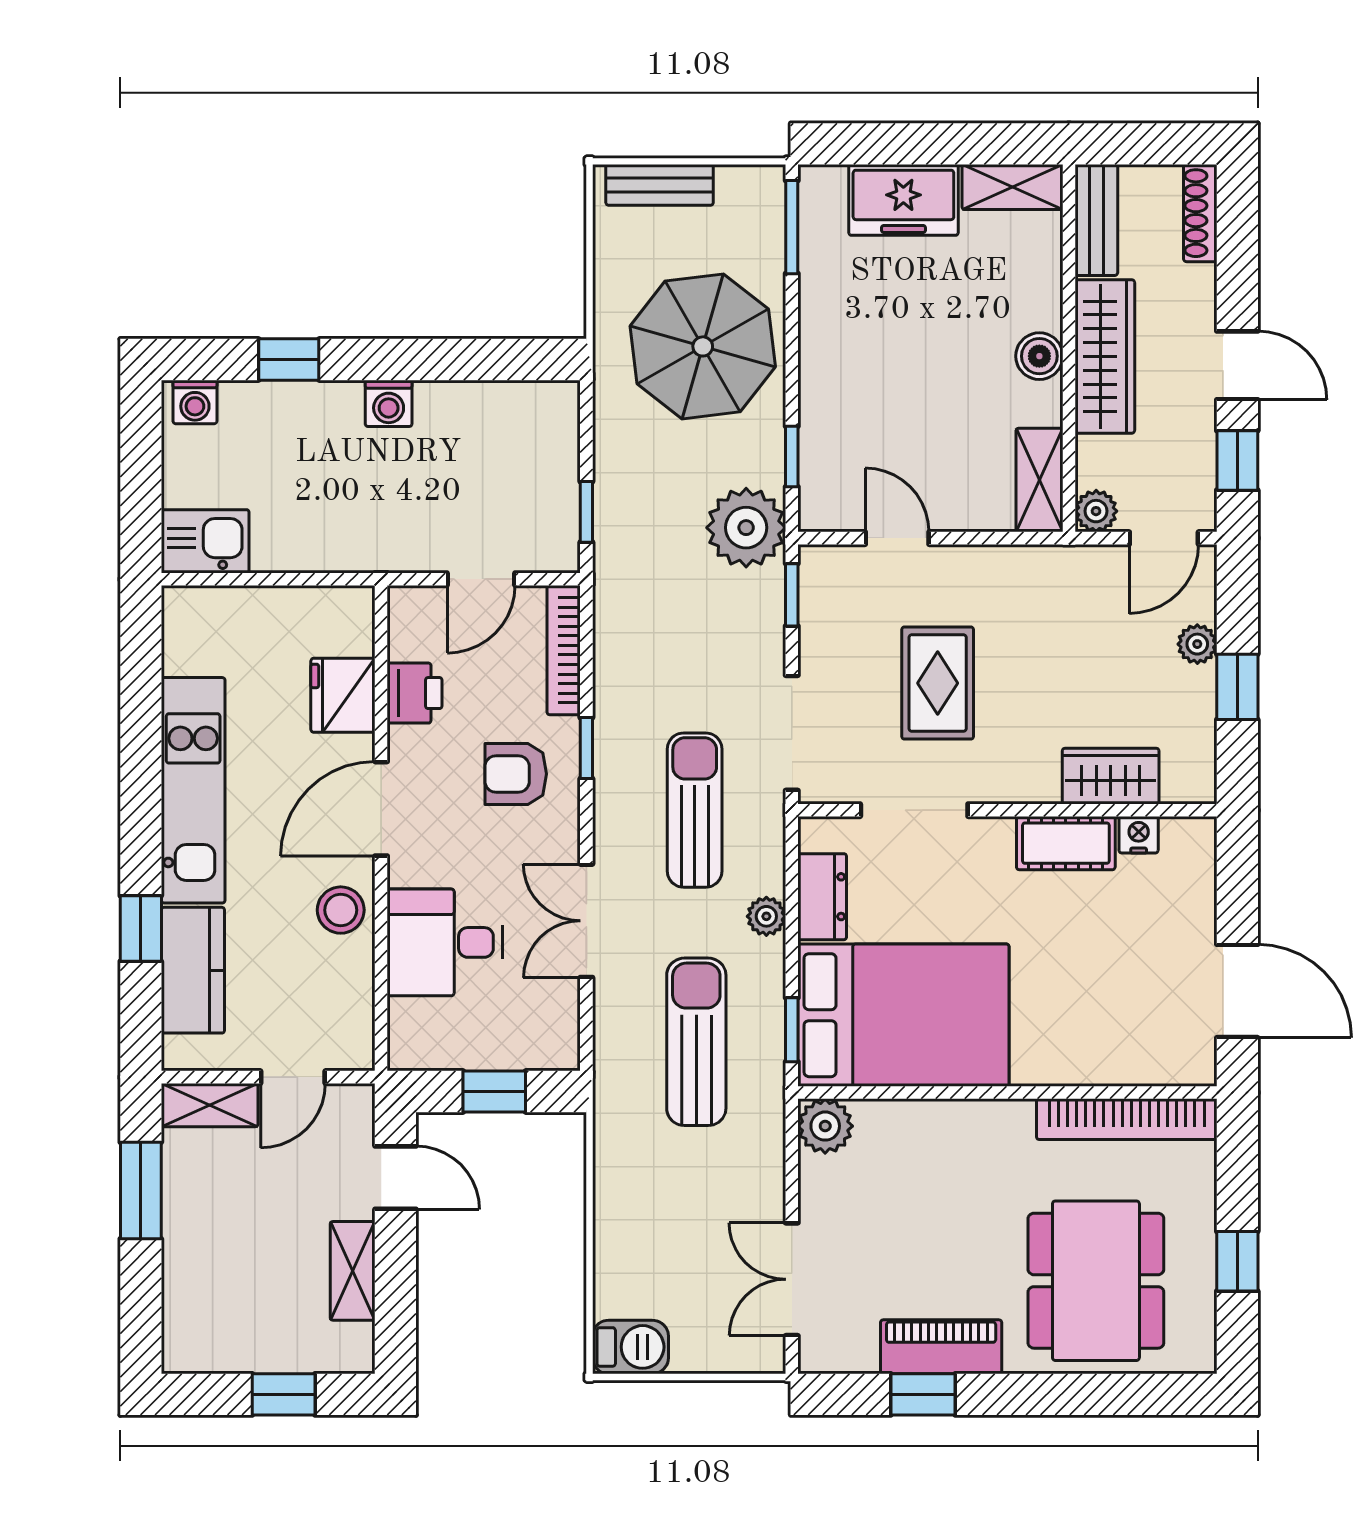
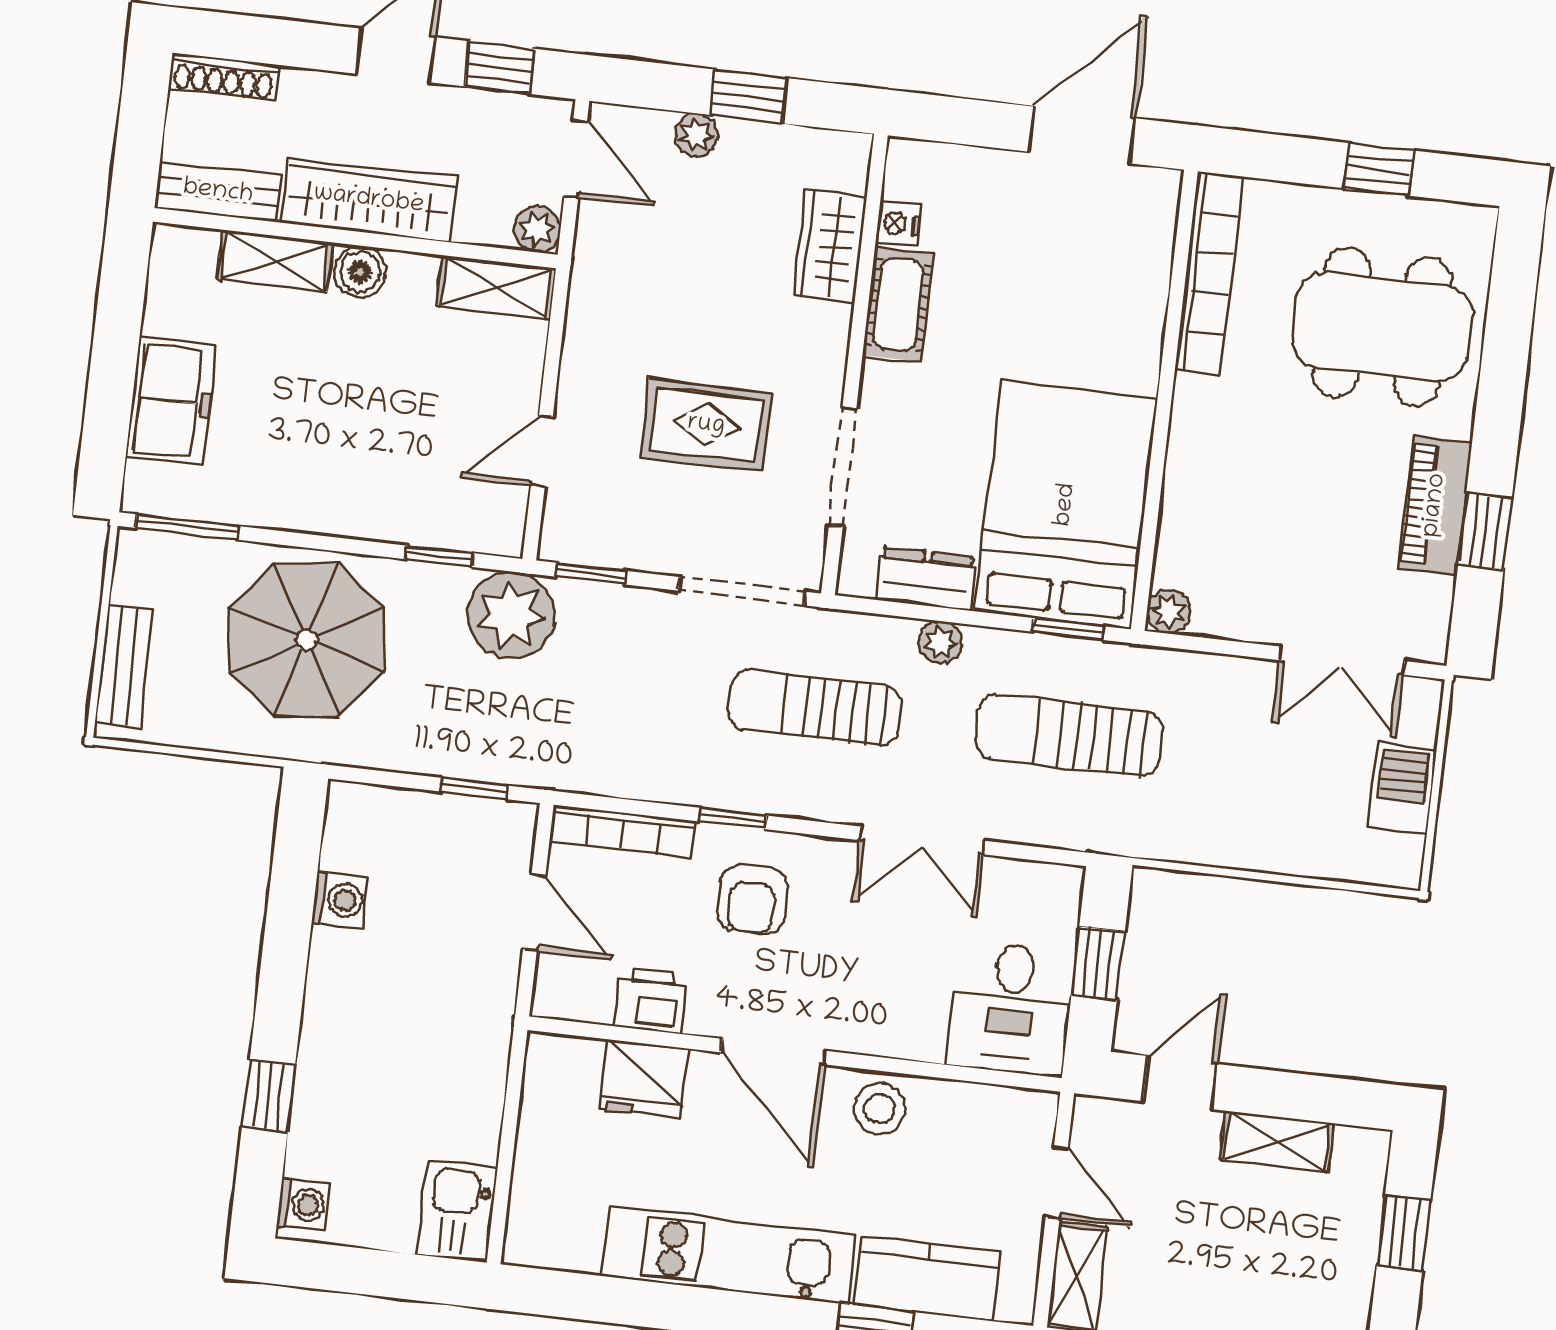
shelving: (1012, 187) -> (275, 261), moved, turned 90
washing machine: (389, 403) -> (340, 900), moved
desk: (445, 942) -> (1011, 1008), moved
plant: (825, 1126) -> (1169, 612), width x0.73, depth x0.73
barbecue: (630, 1347) -> (1402, 789), moved

